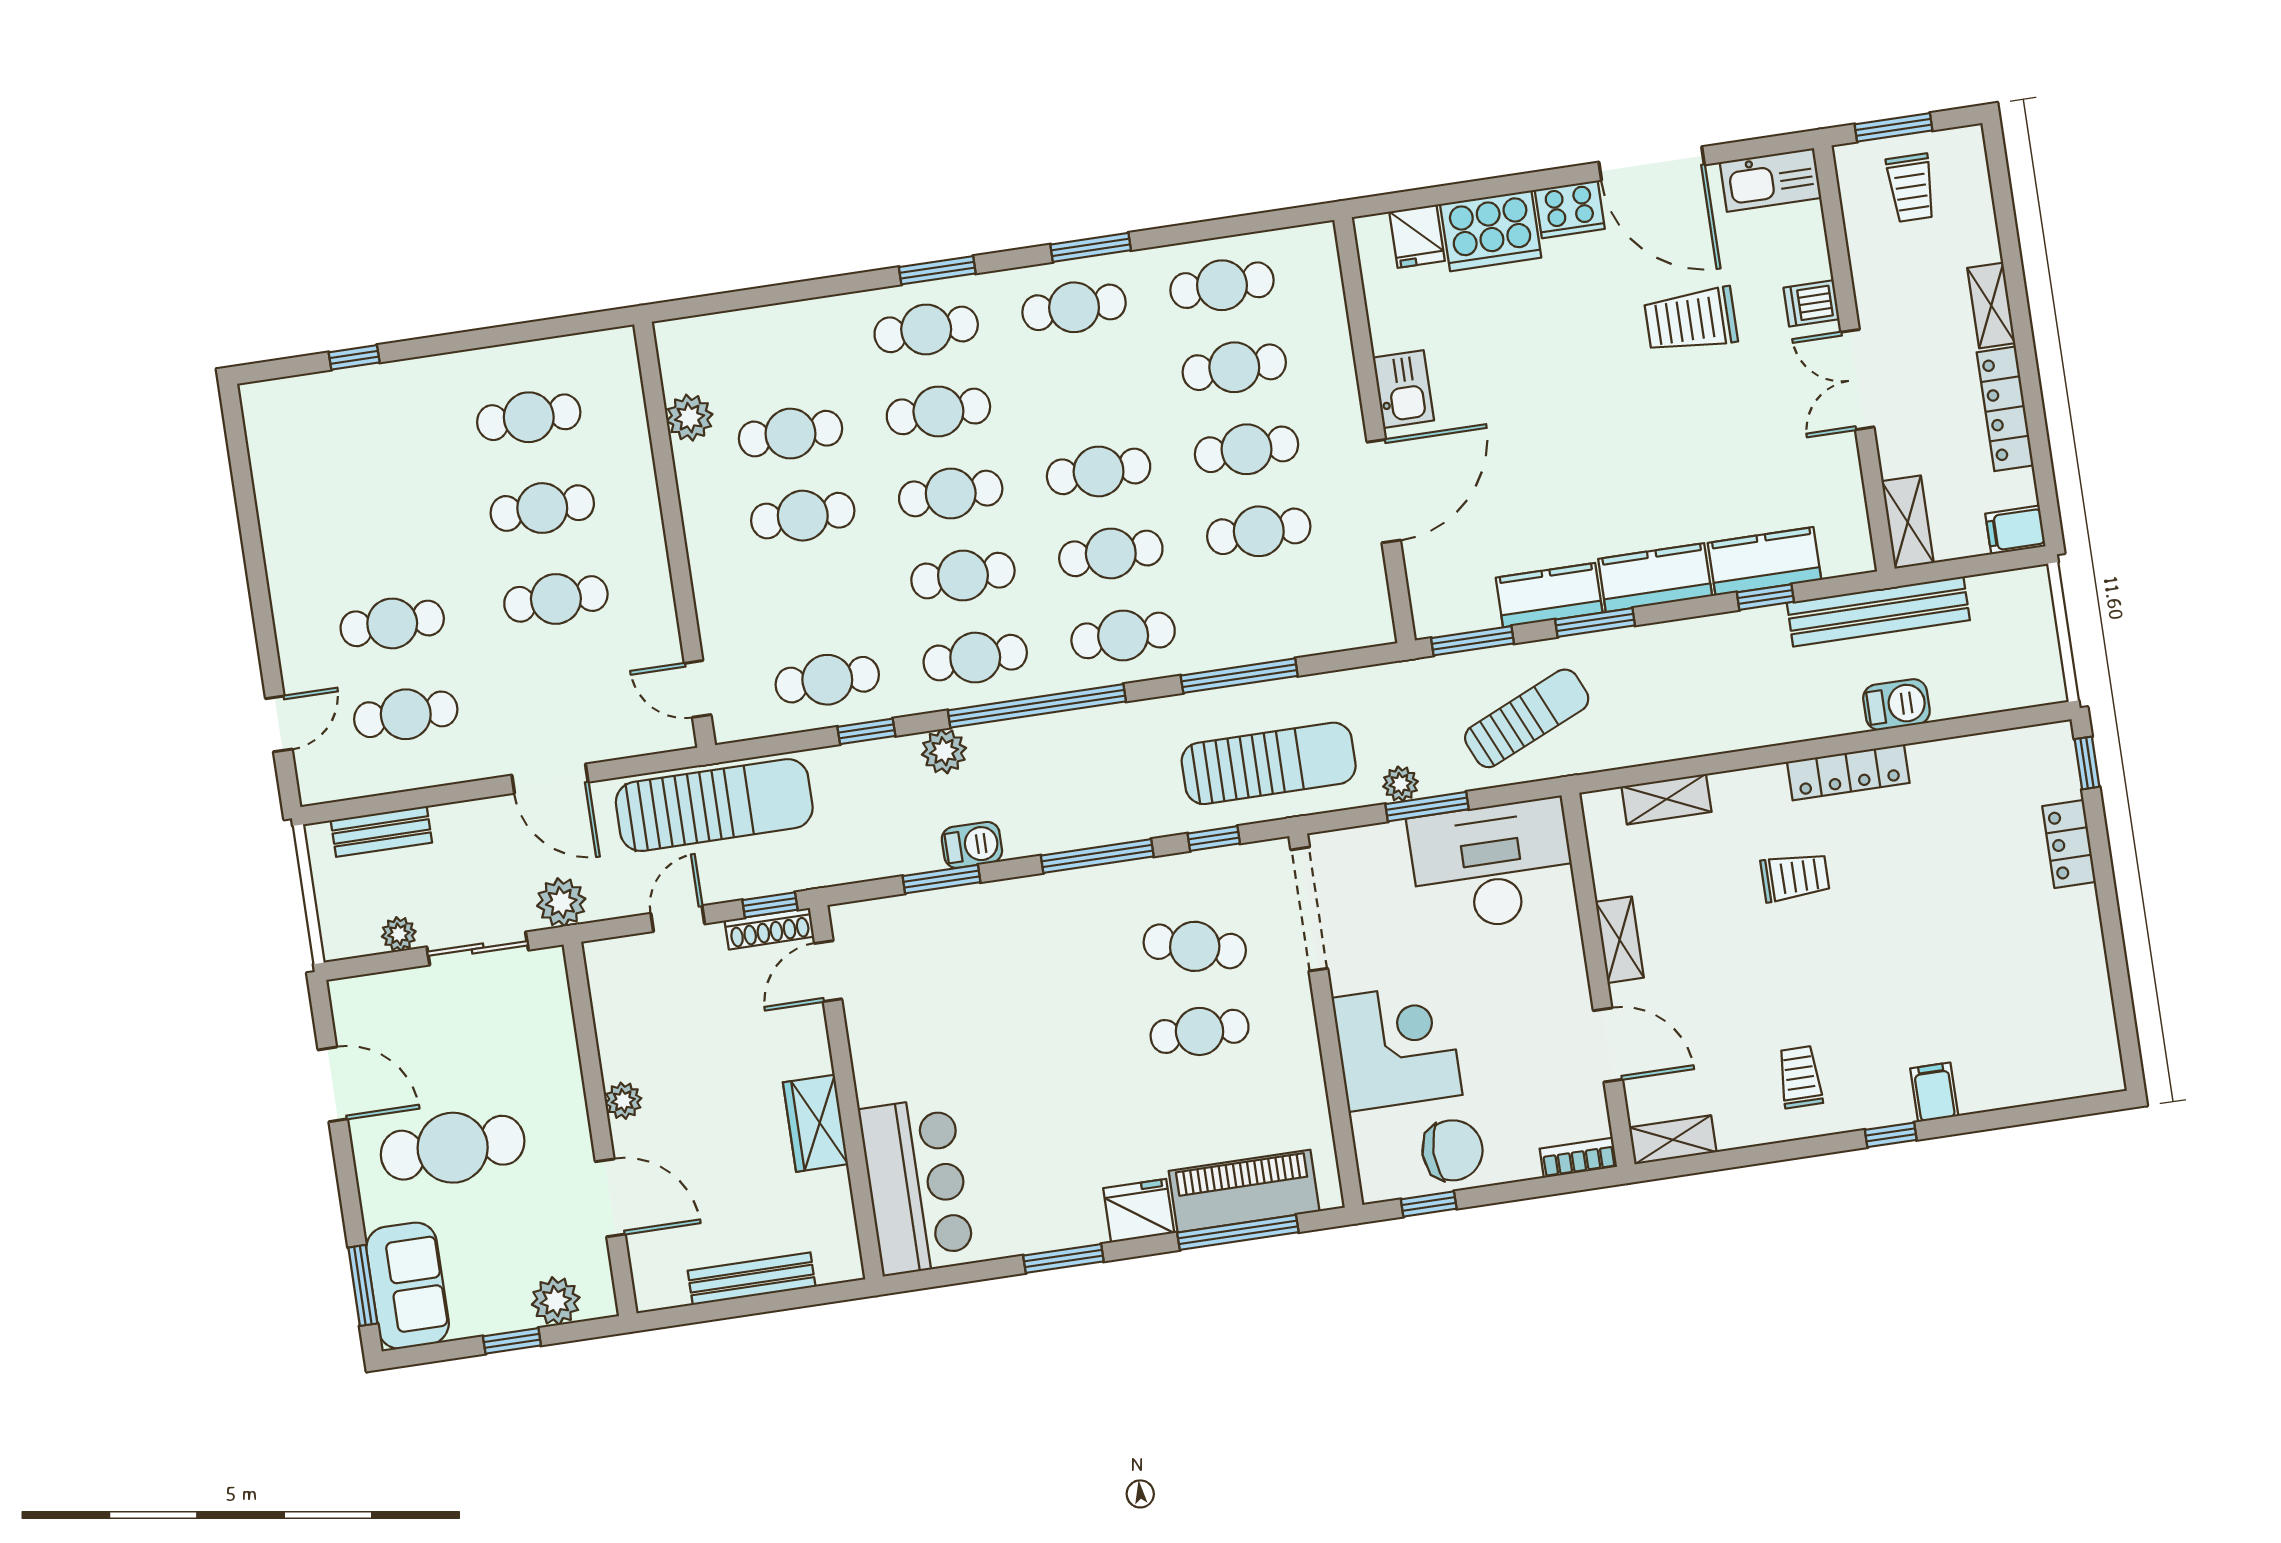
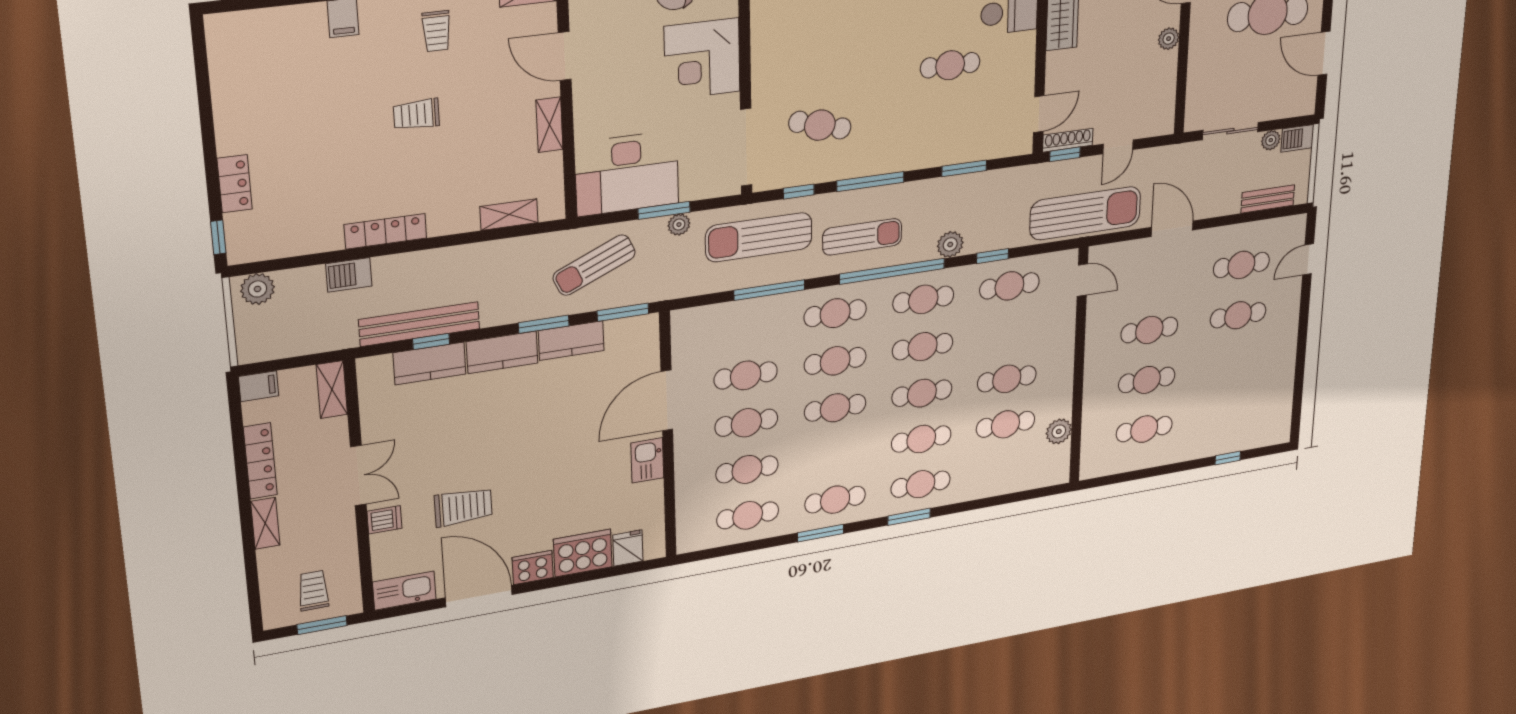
bench: (1878, 611) -> (419, 324), moved
sun lounger: (1097, 764) -> (862, 237), added
sun lounger: (714, 805) -> (1085, 213), turned 180
barbecue: (972, 845) -> (1297, 138), moved
trolley: (1795, 877) -> (416, 114), moved
plant: (561, 902) -> (258, 289), moved
cafe table: (1200, 1031) -> (950, 65), moved

